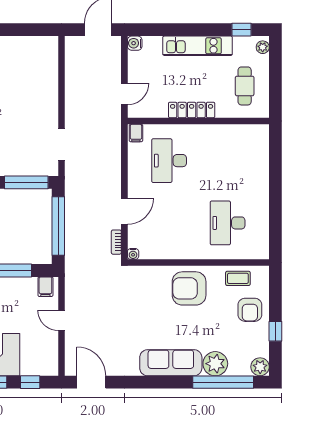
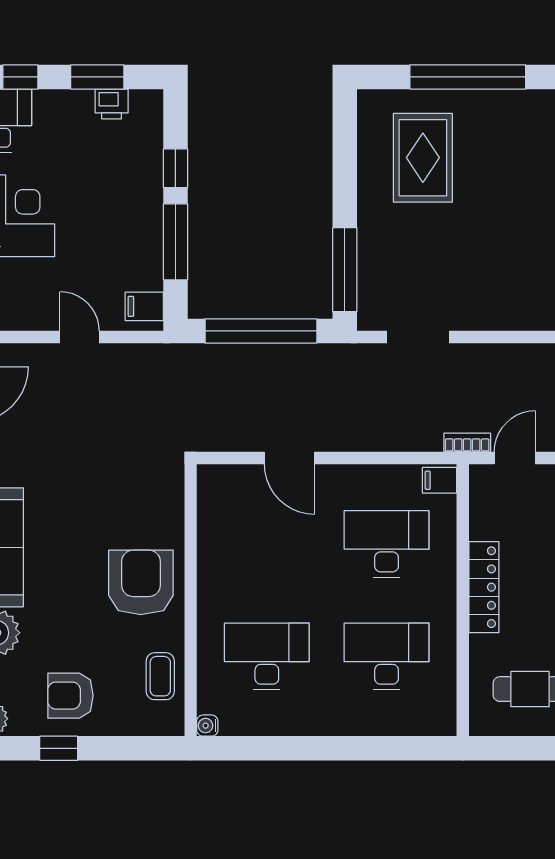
door: (124, 94) -> (515, 458), swing flipped
desk: (228, 161) -> (387, 656), added
bookcase: (116, 242) -> (467, 443), moved
water cooler: (133, 254) -> (207, 726), moved
armchair: (250, 310) -> (70, 696), moved
door: (61, 320) -> (79, 337), hinge flipped

